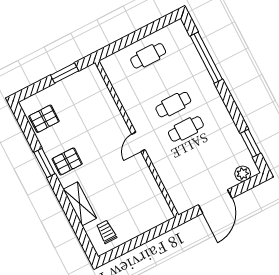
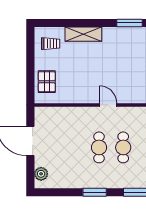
window: (251, 143) -> (95, 192), moved
pallet: (67, 161) -> (47, 82), moved

